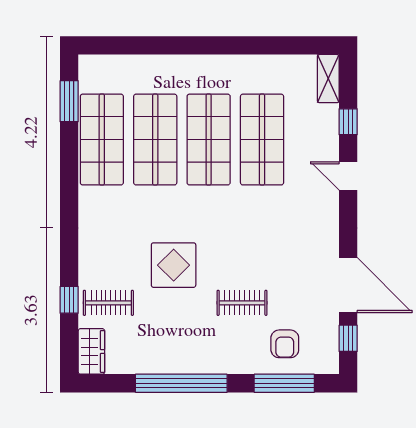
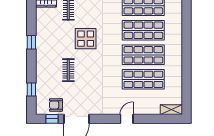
window: (348, 122) -> (151, 119), removed
armchair: (285, 344) -> (56, 105), moved
window: (181, 383) -> (31, 42), width x0.32
window: (284, 383) -> (31, 90), width x0.46

